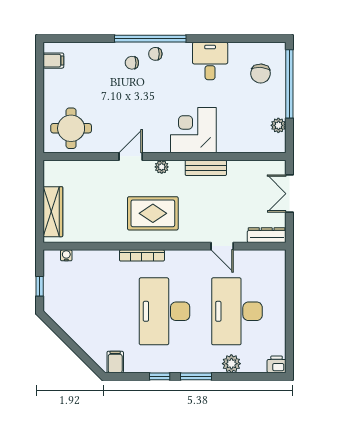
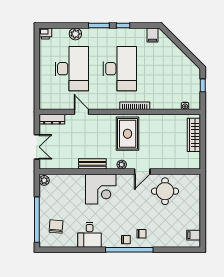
plant: (278, 125) -> (44, 180), moved
round table: (71, 128) -> (165, 191), moved
rug: (153, 213) -> (128, 134), turned 90

